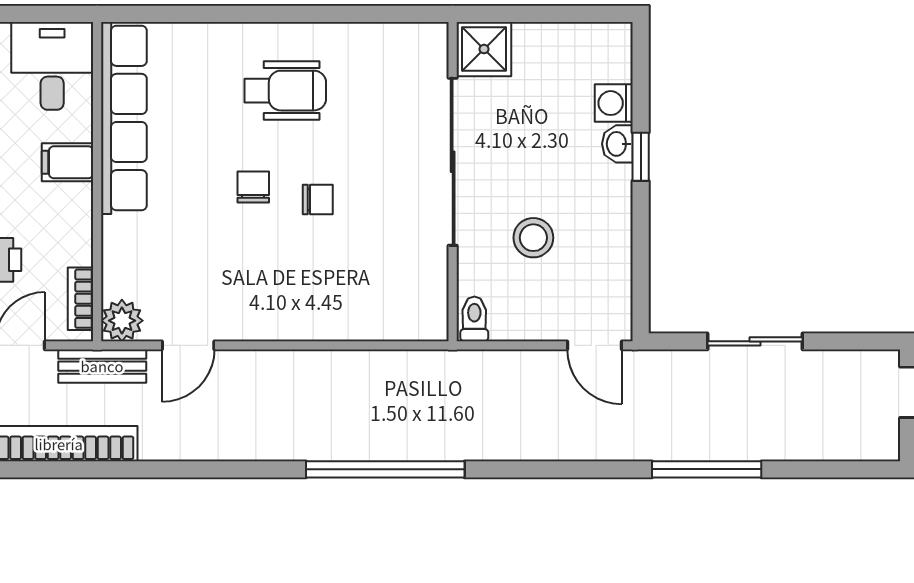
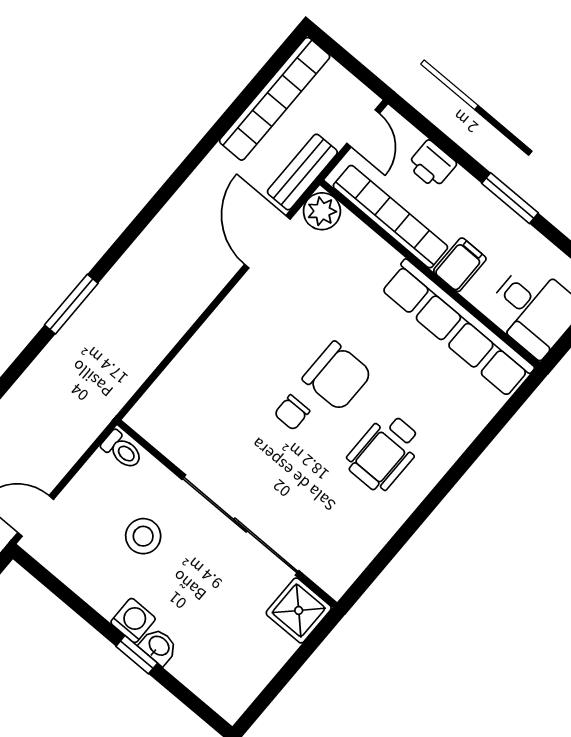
washing machine: (614, 103) -> (133, 621), moved
chair: (253, 187) -> (337, 376), width x1.87, depth x1.87
bookcase: (81, 299) -> (390, 217), width x2.31, depth x1.31
door: (188, 345) -> (267, 242), width x1.38
window: (385, 469) -> (71, 304), width x0.47

